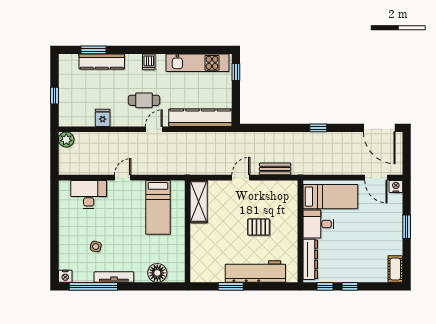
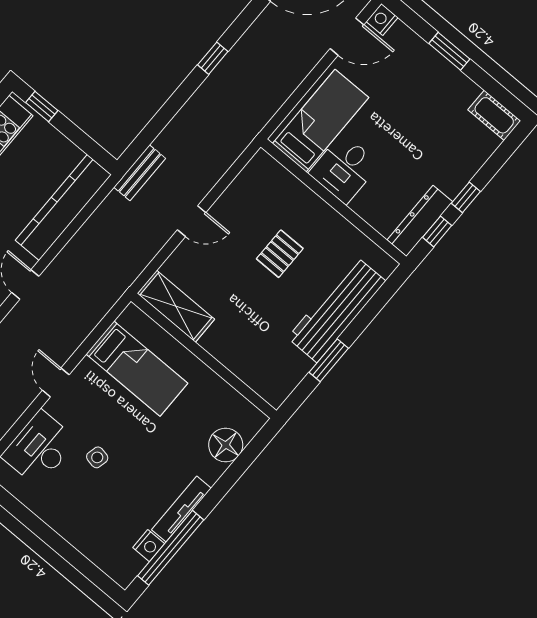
bench: (275, 169) -> (140, 173), moved
door: (241, 178) -> (192, 221), swing flipped
side table: (96, 247) -> (97, 457), moved
dresser: (310, 259) -> (420, 221), moved, turned -90
nightstand: (65, 276) -> (149, 546), moved

